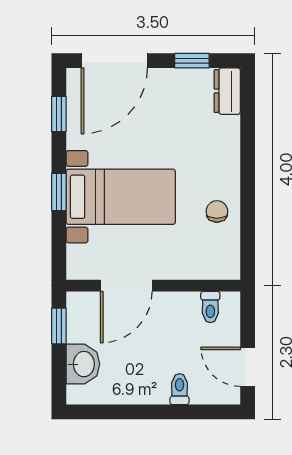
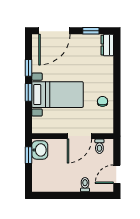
window: (59, 114) -> (28, 68), moved
door: (126, 286) -> (79, 136), moved
washbasin: (83, 364) -> (40, 150), moved
door: (248, 367) -> (117, 174), hinge flipped

